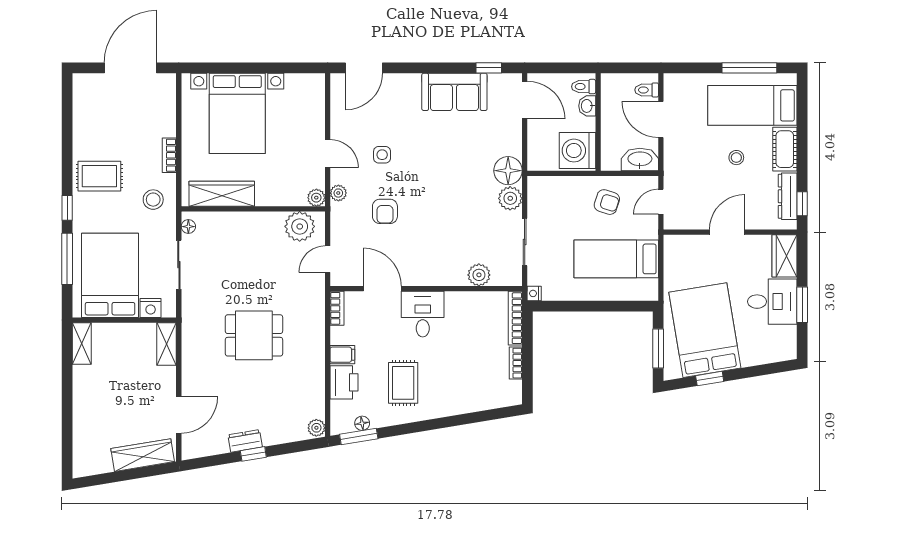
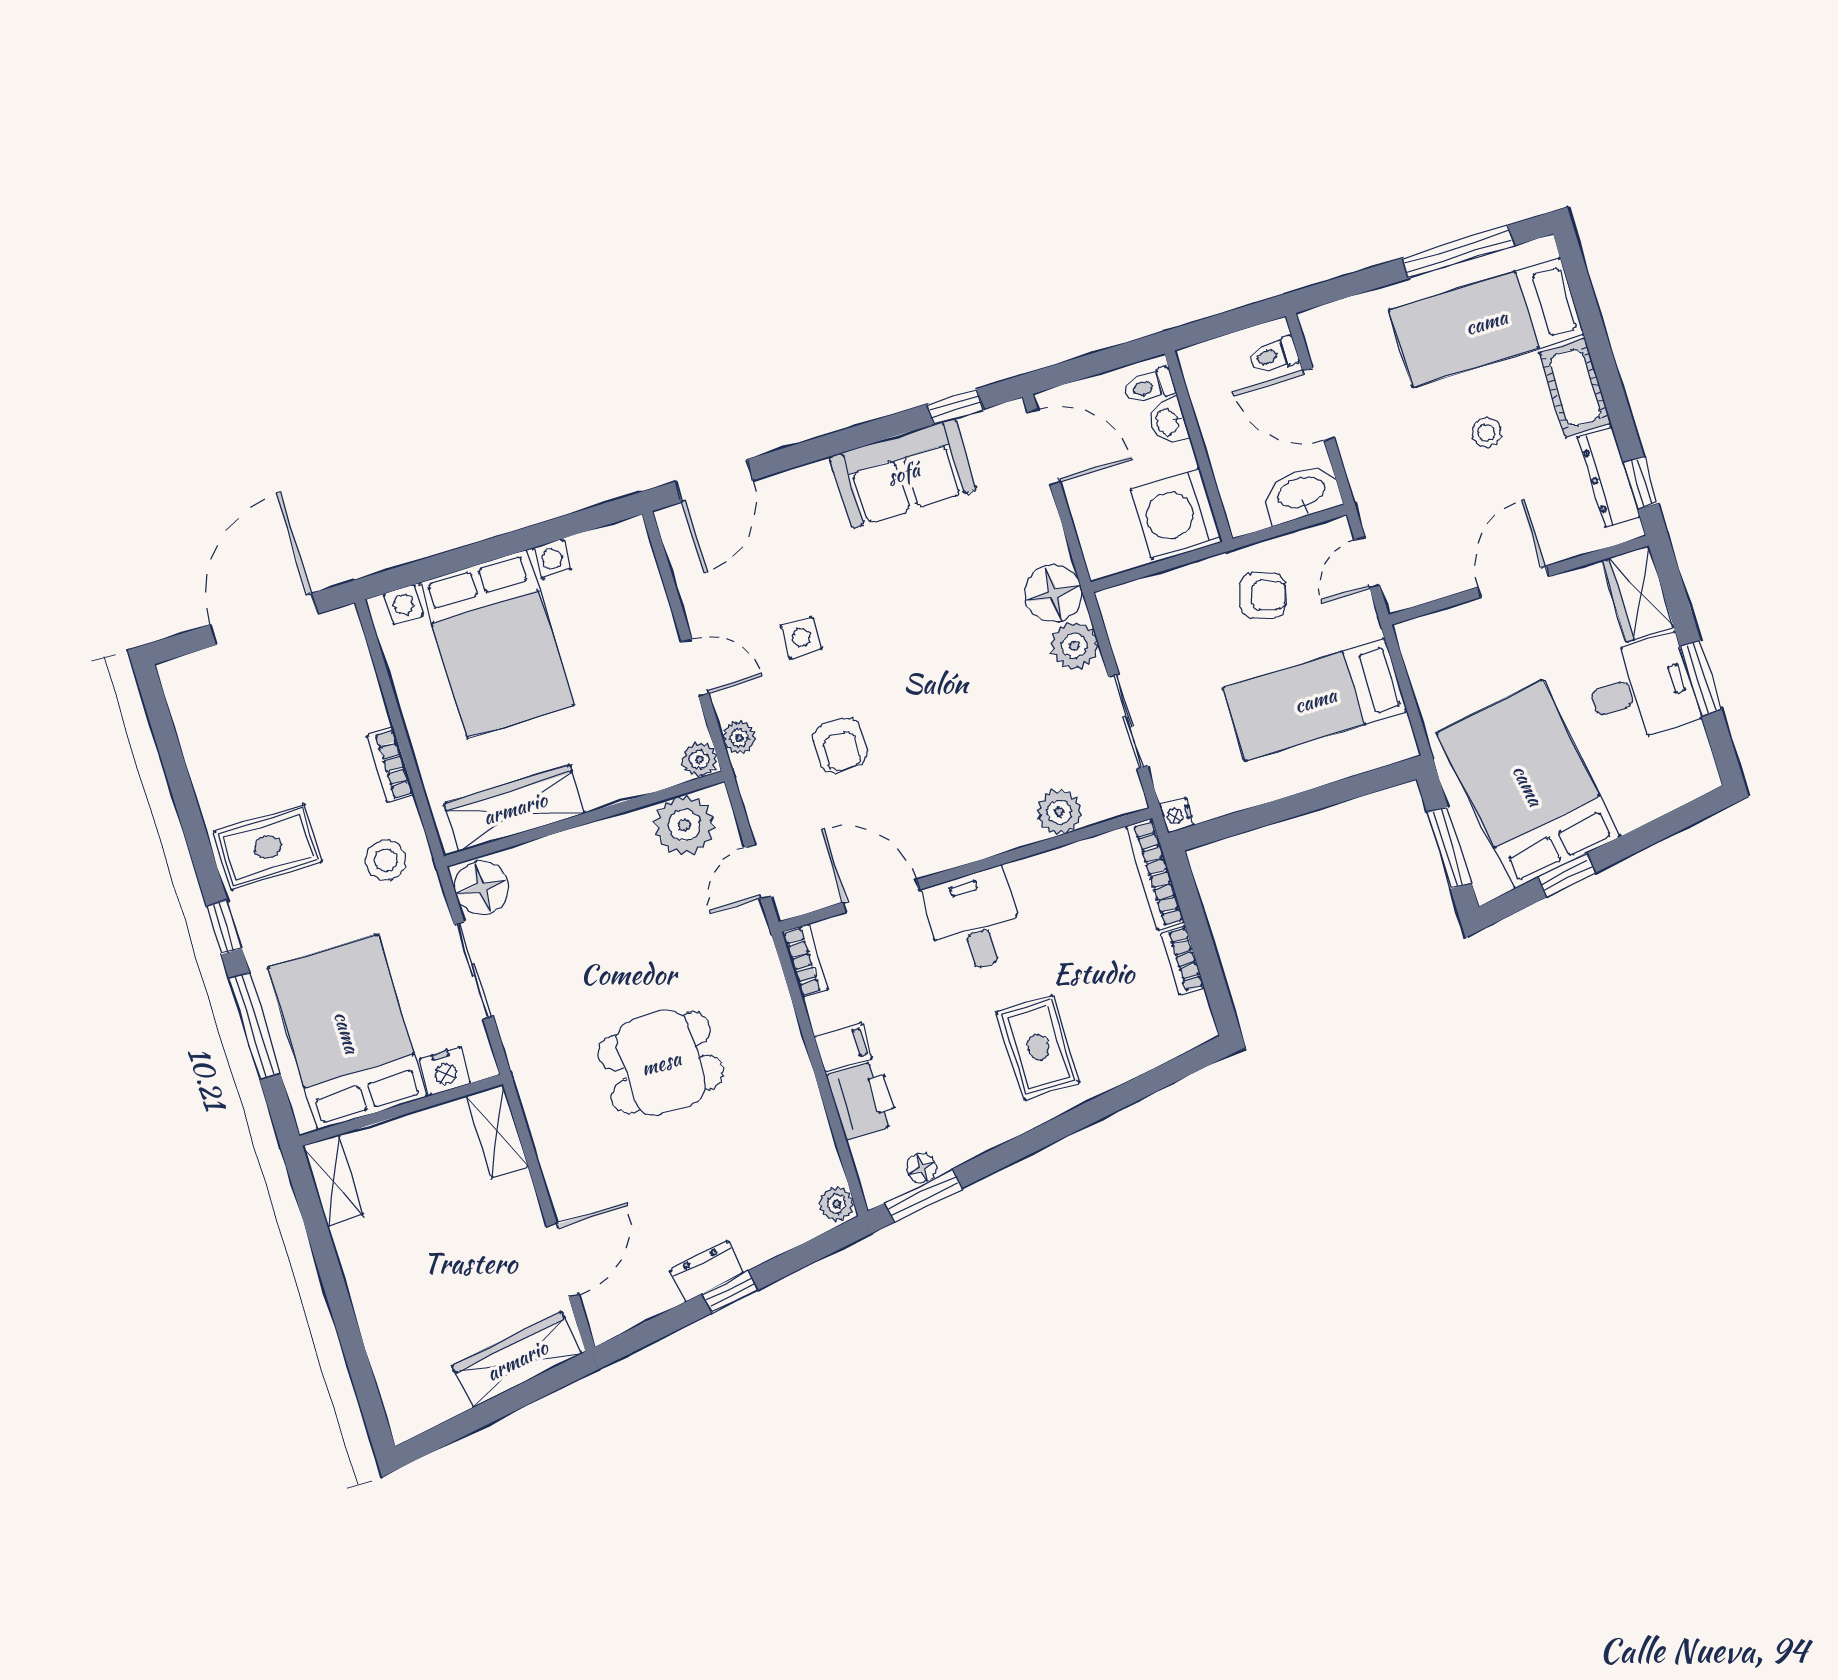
floor lamp: (188, 227) -> (482, 888), width x1.89, depth x1.89
rug: (403, 383) -> (1038, 1047), moved

